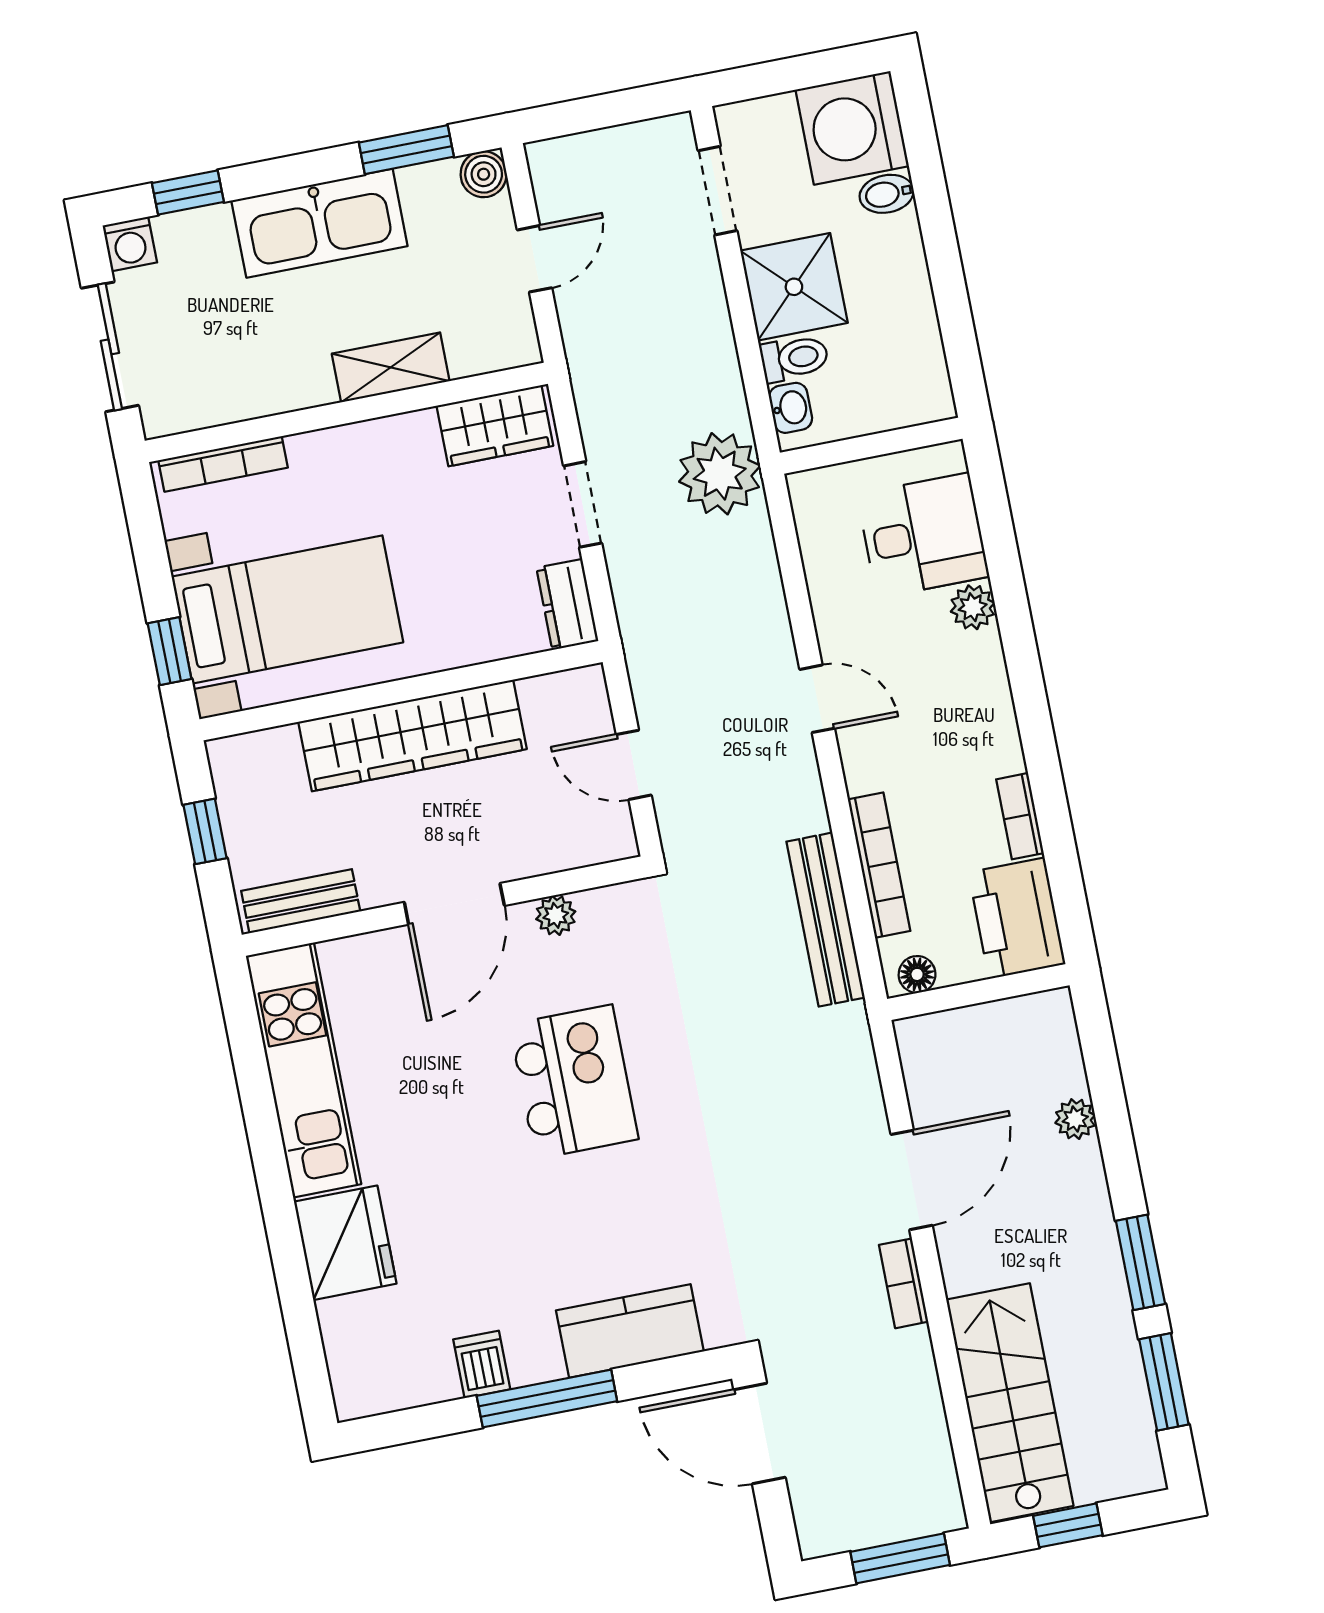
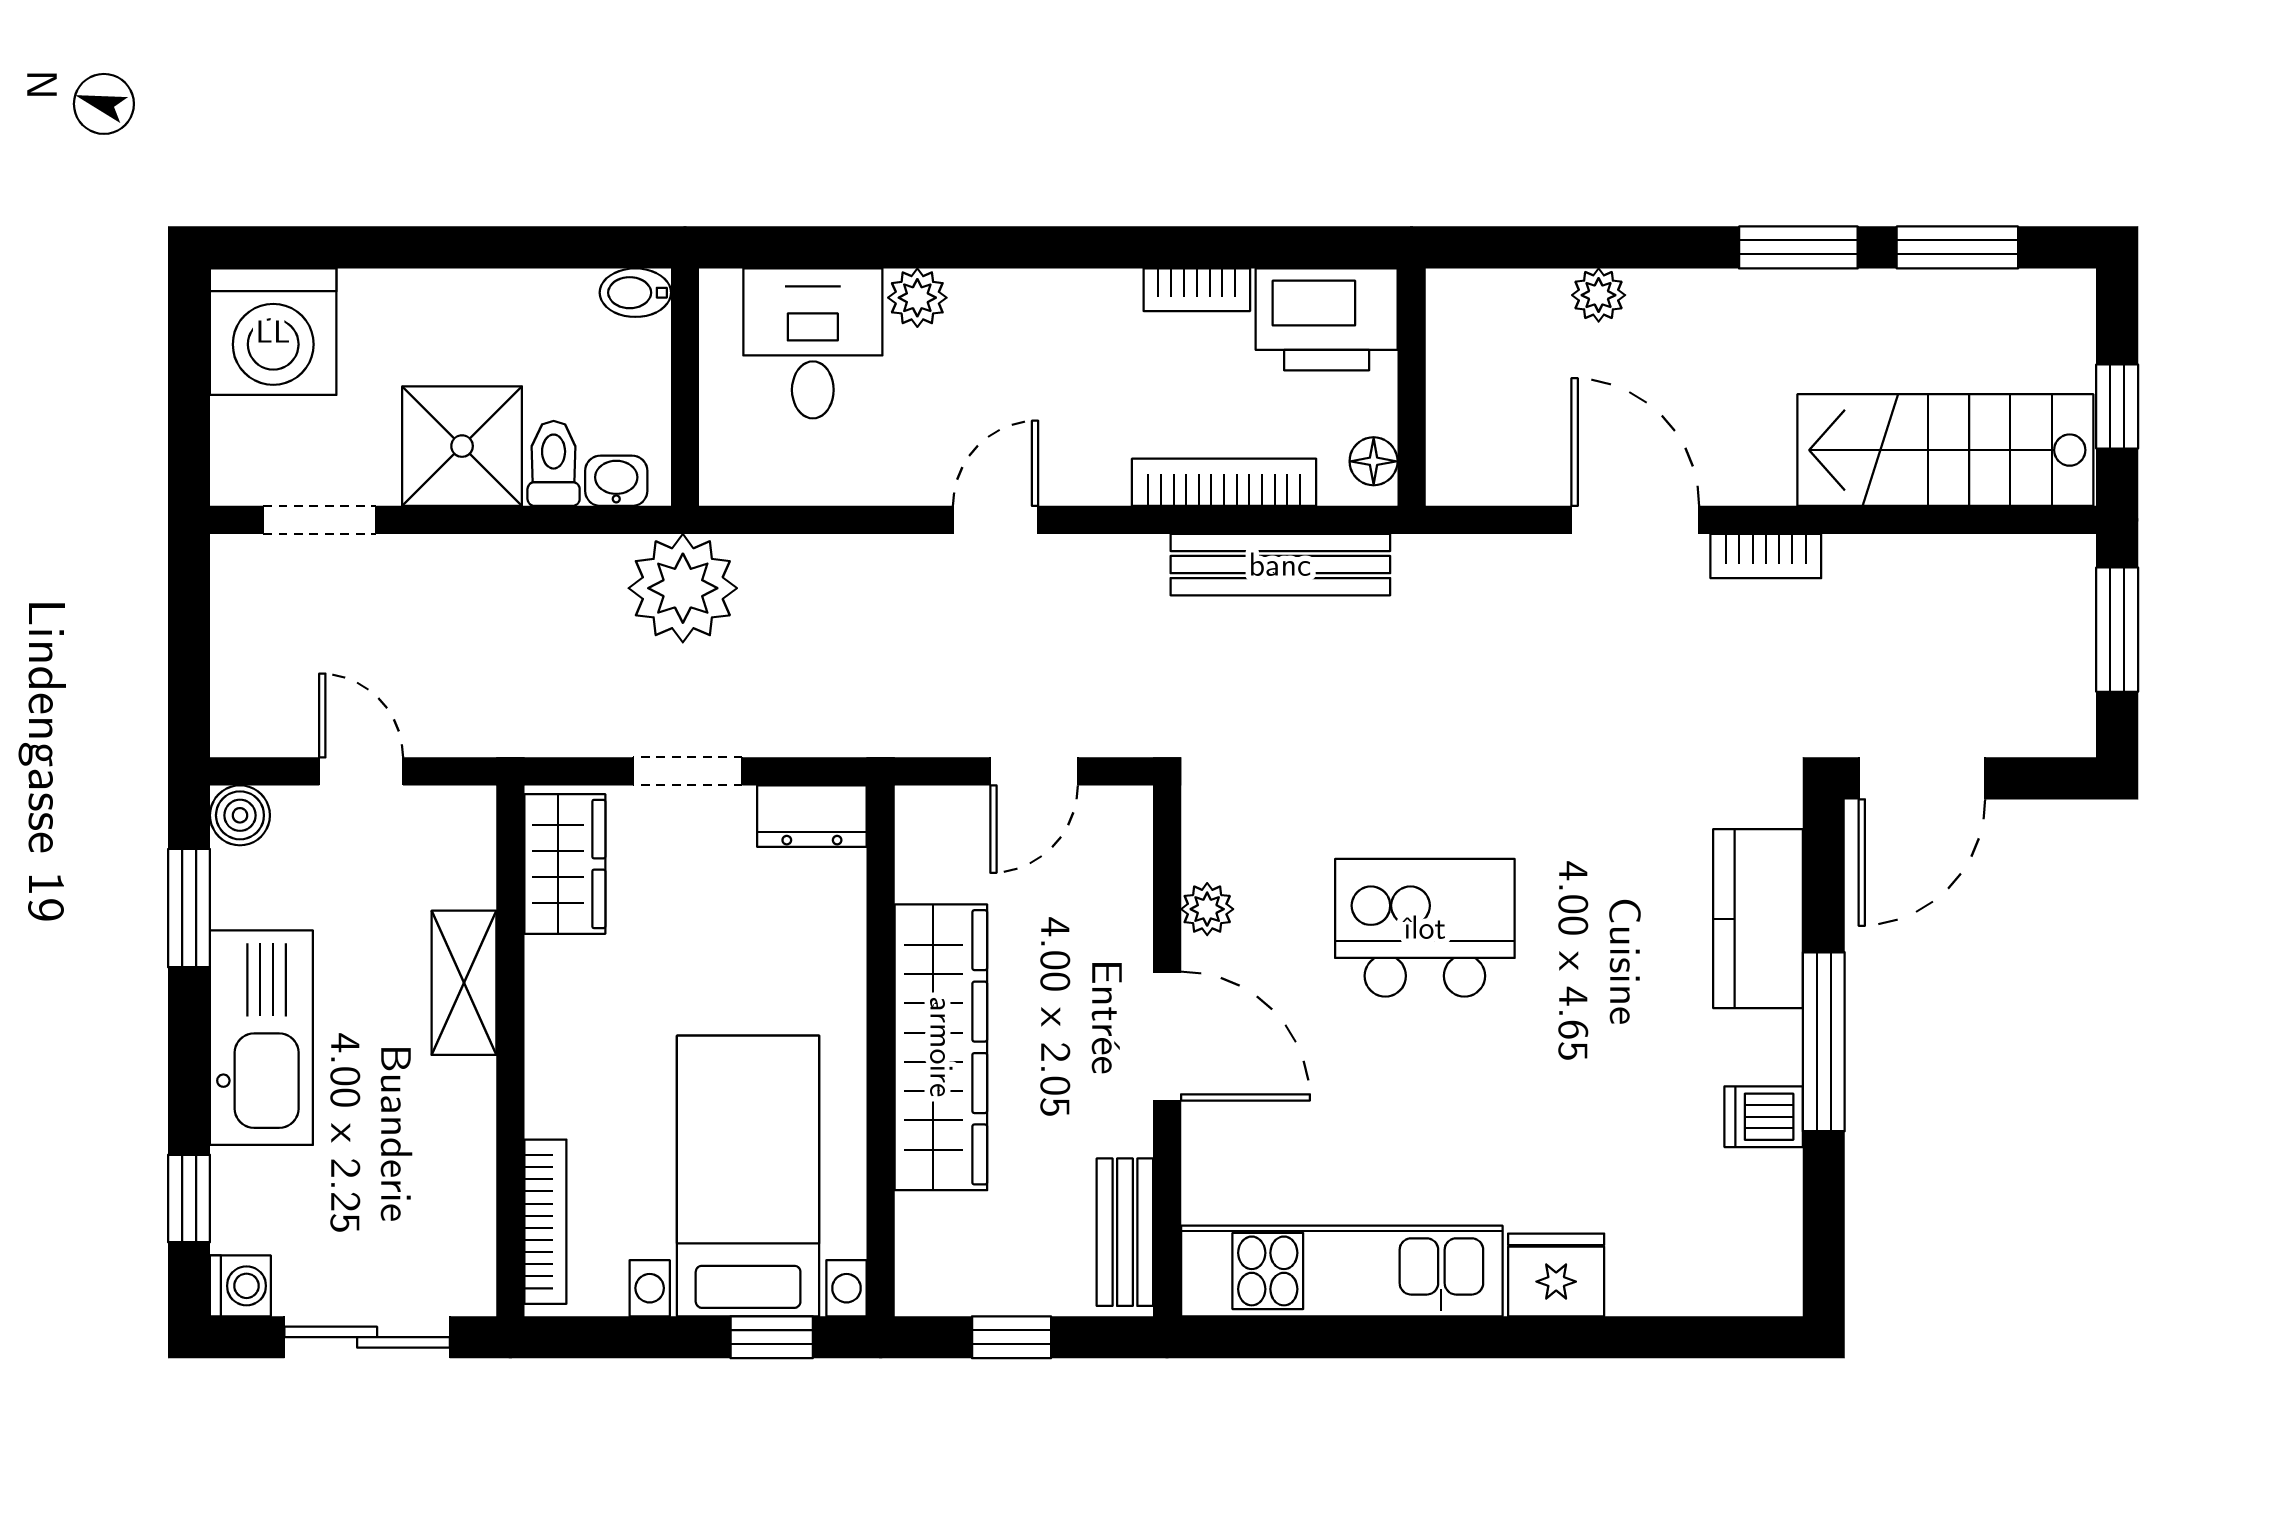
bidet: (887, 194) -> (635, 293), moved, turned 90
fridge: (345, 1243) -> (1556, 1275), width x0.73, depth x0.75

